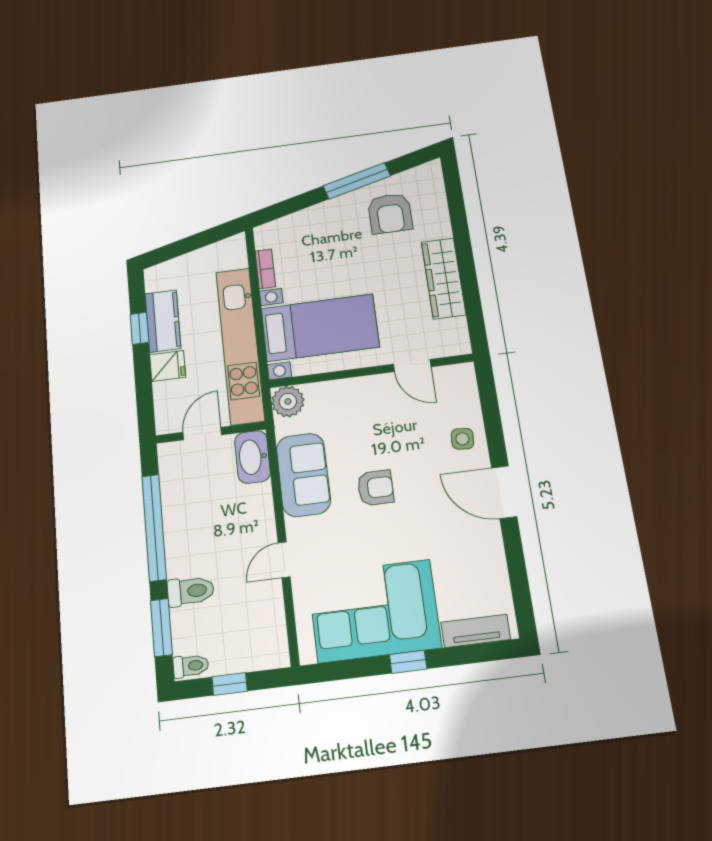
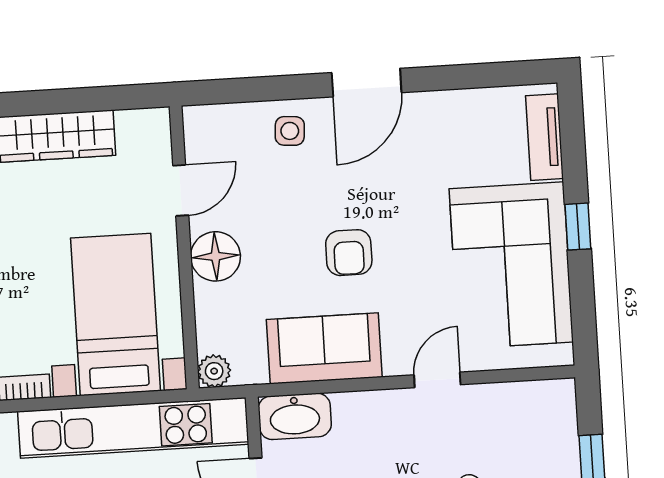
floor lamp: (366, 393) -> (215, 256), added
plant: (288, 401) -> (214, 371), width x0.73, depth x0.73
armchair: (376, 488) -> (349, 253), turned 180
door: (284, 560) -> (437, 380), swing flipped

